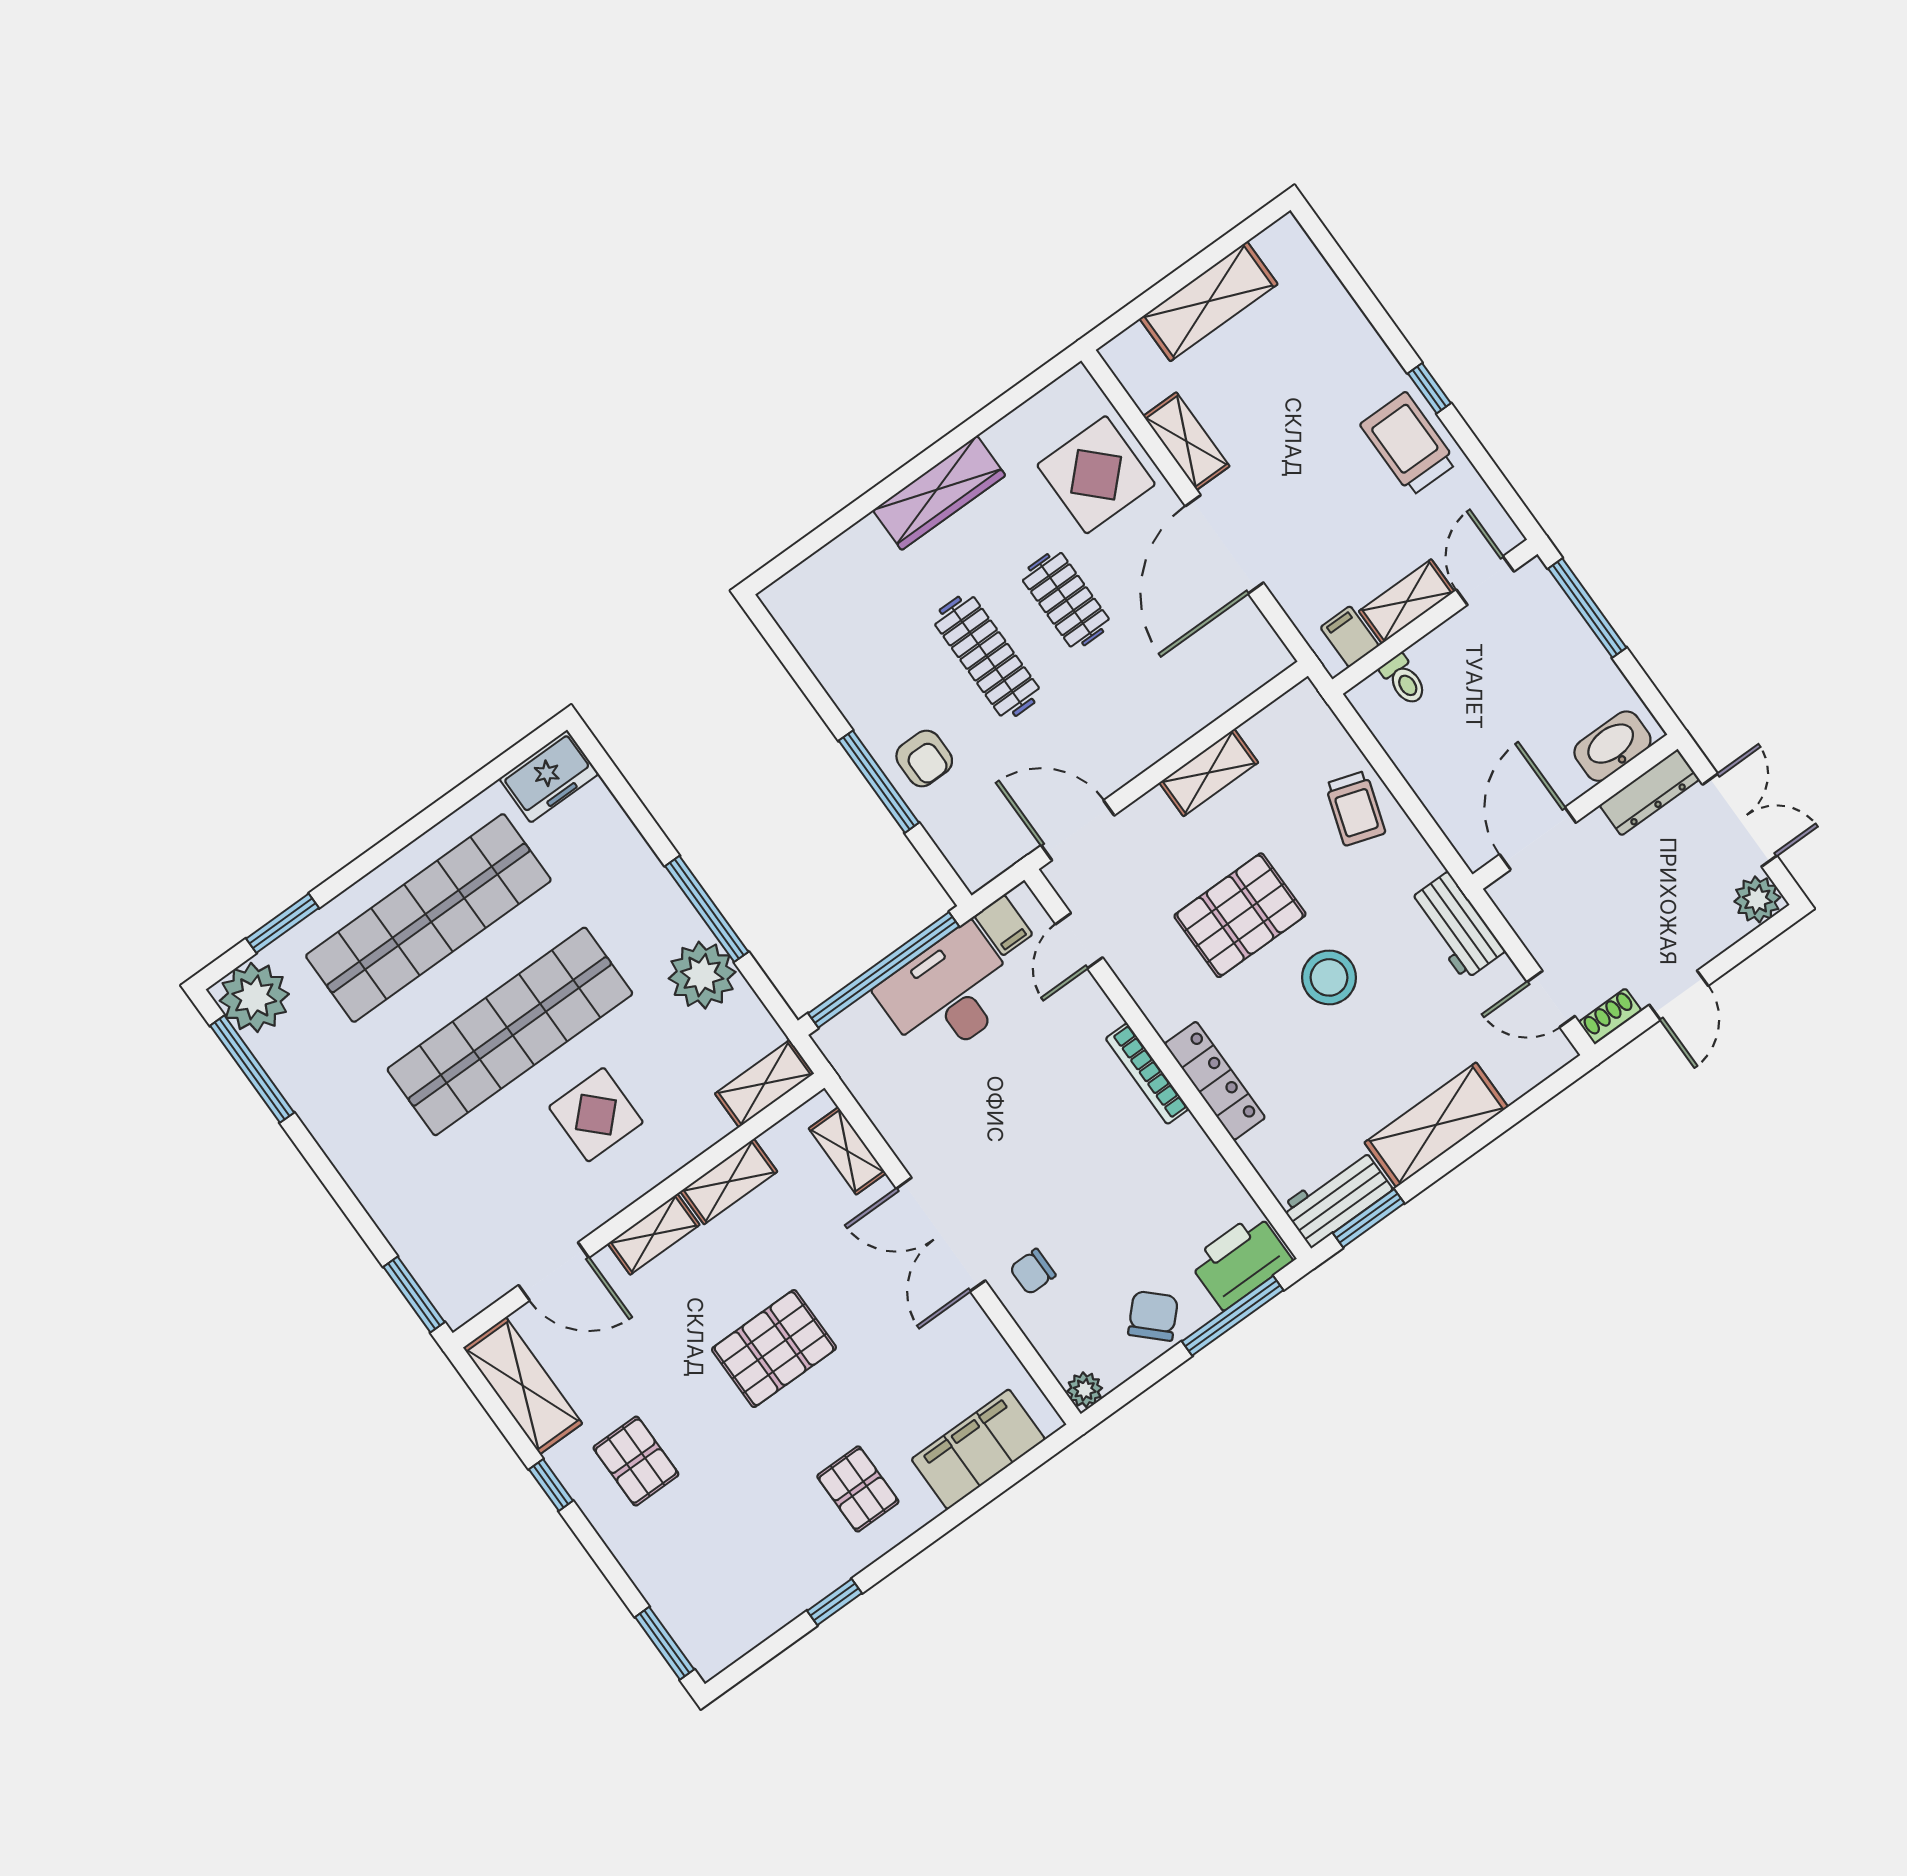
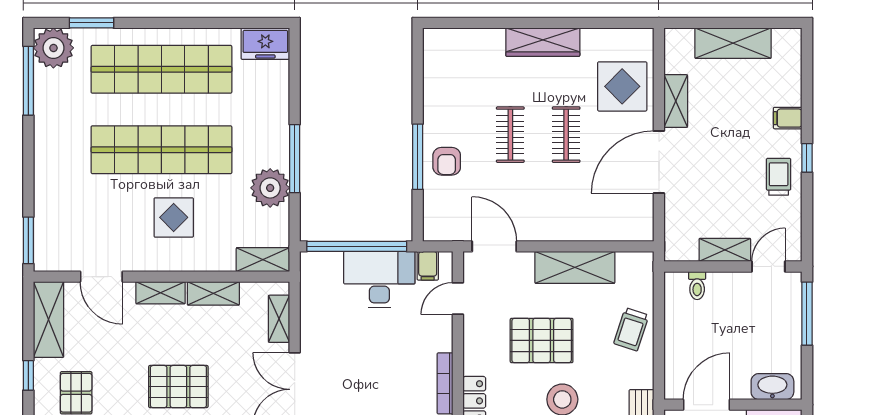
trolley: (1408, 444) -> (779, 177), width x0.73, depth x0.72
filing cabinet: (1350, 637) -> (788, 118), moved, turned -90
clothes rail: (987, 656) -> (510, 135), width x0.73
shelving: (1209, 773) -> (575, 267), width x1.50, depth x1.33

